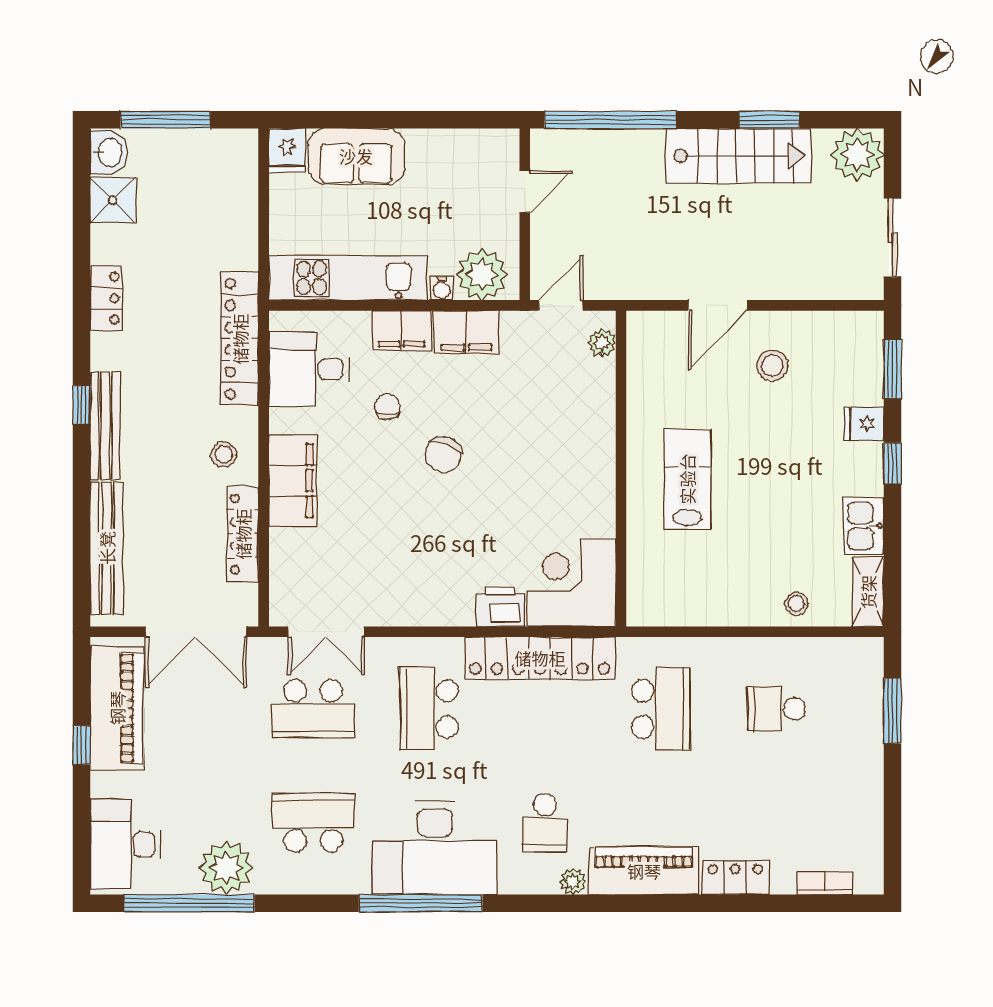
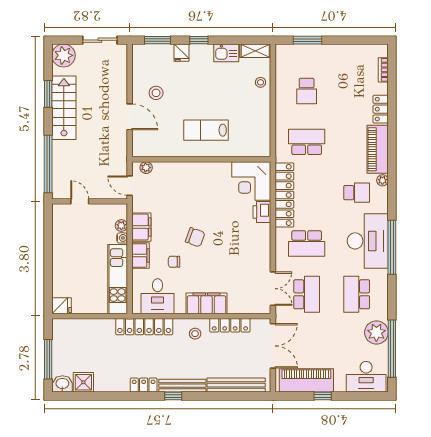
sofa: (356, 156) -> (64, 275), removed
plant: (482, 274) -> (121, 226), width x0.53, depth x0.53
locker: (106, 298) -> (144, 385), moved

